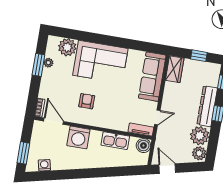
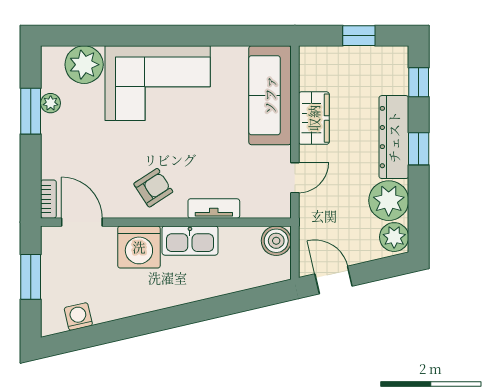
wardrobe: (175, 69) -> (314, 118), moved
armchair: (87, 101) -> (153, 188), moved, turned 57
tv unit: (141, 129) -> (214, 209), moved
kitchen sink: (115, 141) -> (190, 241), moved
window: (23, 153) -> (31, 277), moved

